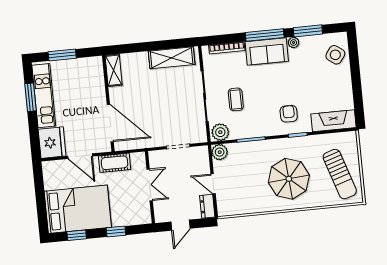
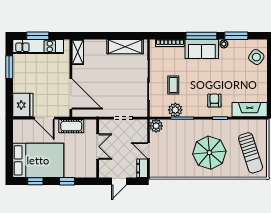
kitchen unit: (44, 96) -> (38, 47), moved, turned 90
plant: (220, 132) -> (175, 110), moved

